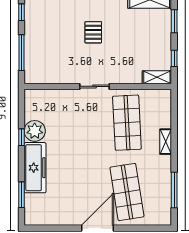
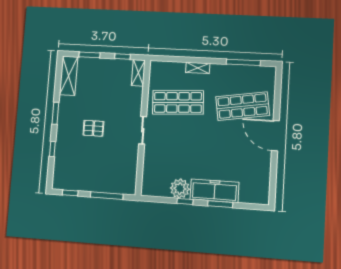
window: (22, 195) -> (220, 204), moved

